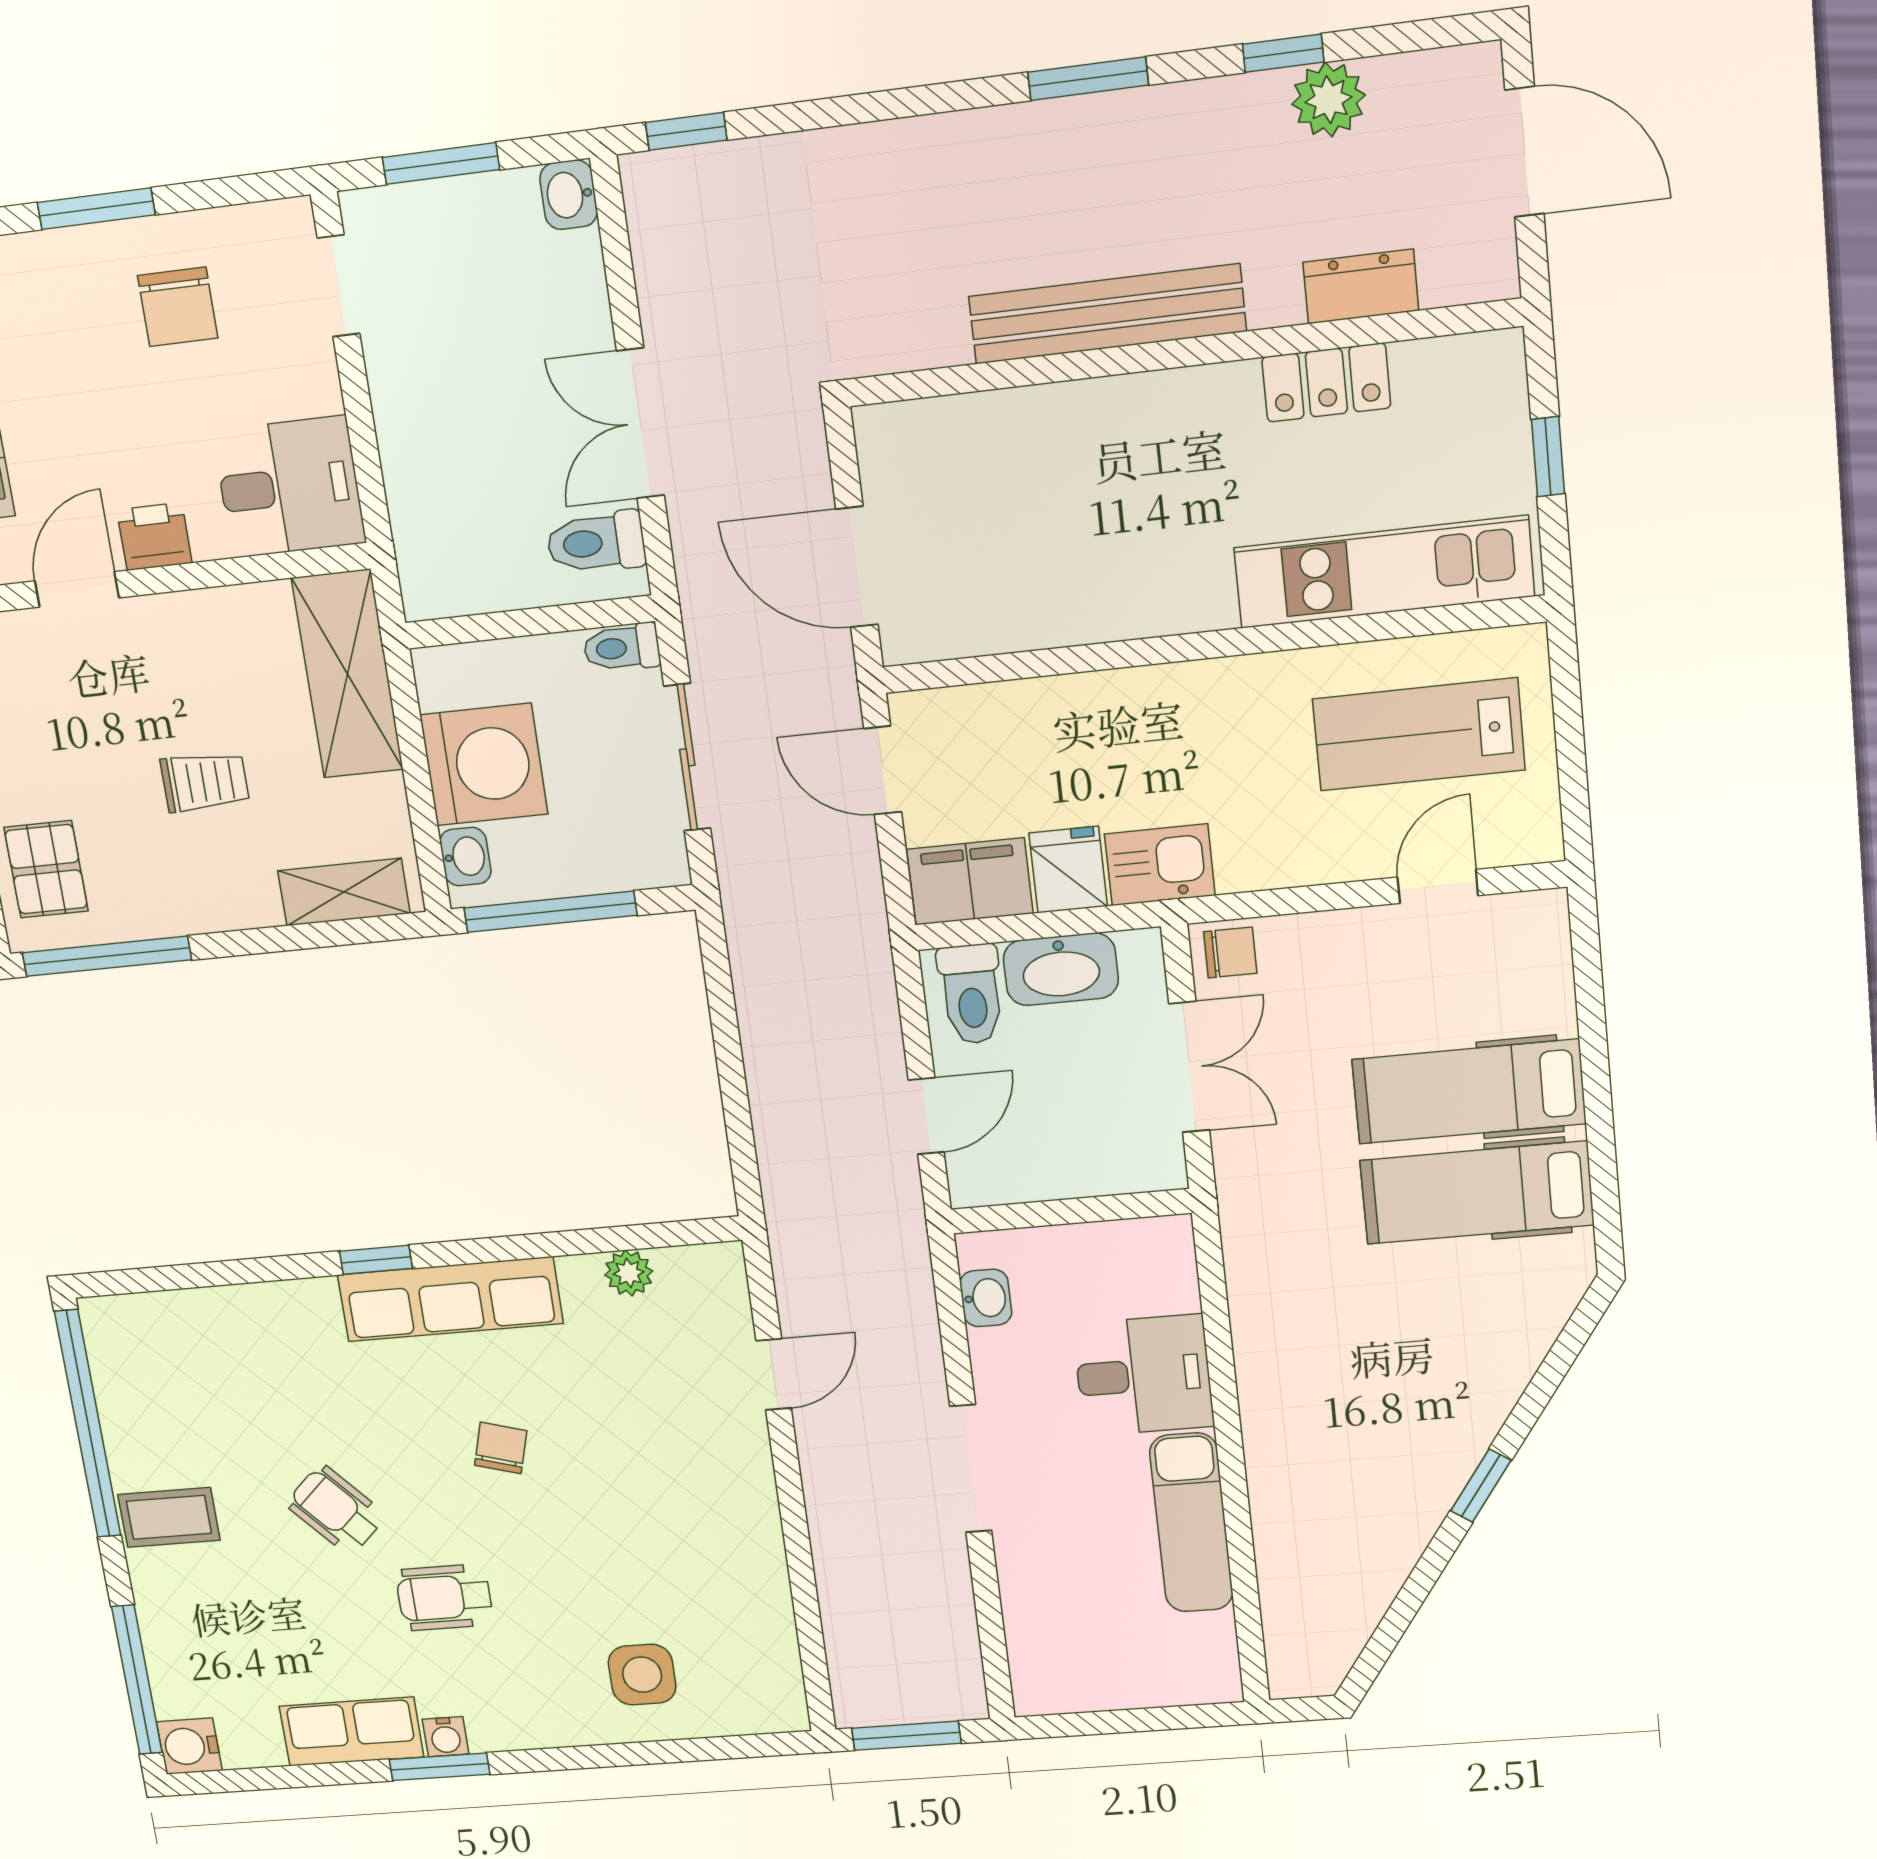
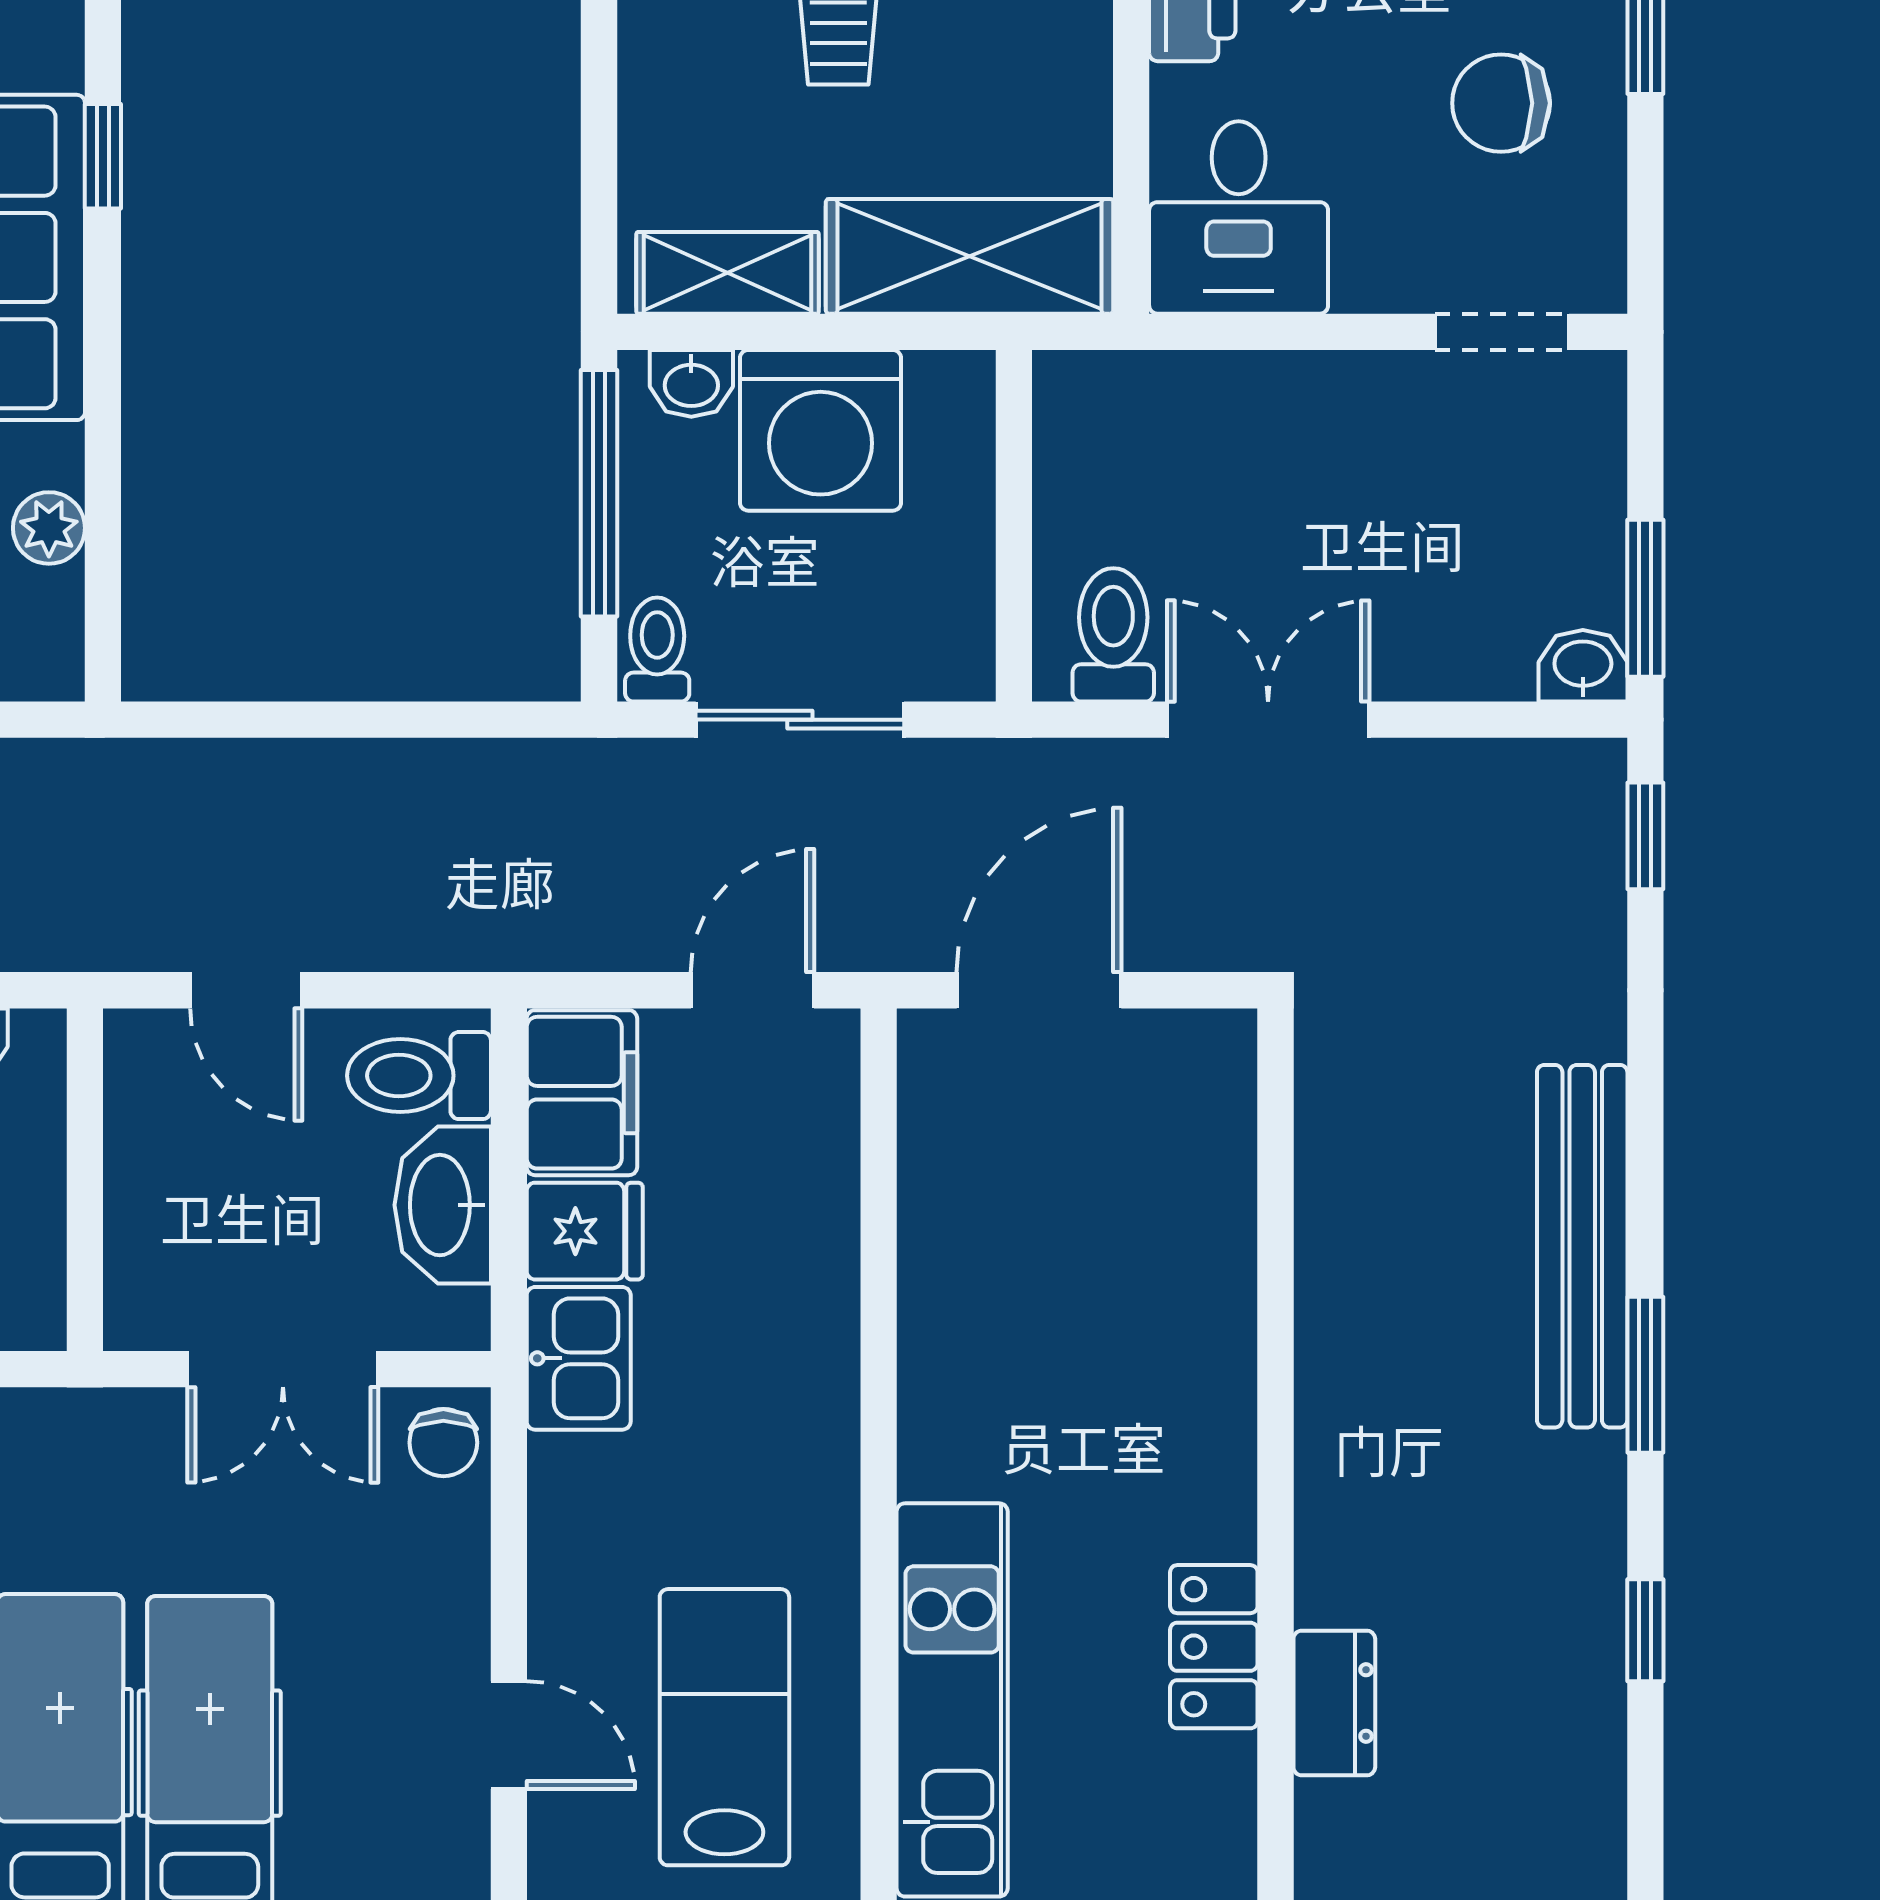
plant: (1329, 100) -> (1579, 1683), removed
window: (441, 163) -> (1645, 598), moved
bench: (1107, 314) -> (1582, 1246), moved
toilet: (622, 648) -> (657, 650), moved
shelving: (344, 892) -> (728, 273), moved, turned 90

